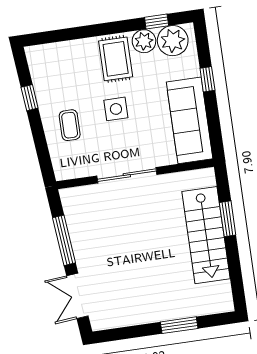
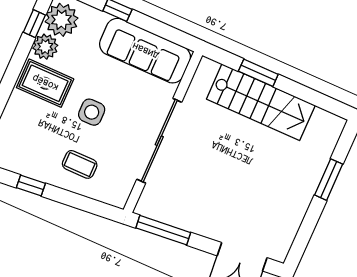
sliding door: (127, 175) -> (159, 141), width x1.36
window: (64, 240) -> (163, 230), moved

